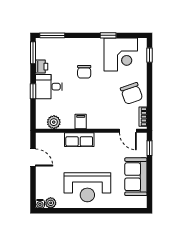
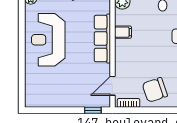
row of seats: (79, 140) -> (102, 39), width x1.48
sofa: (136, 177) -> (60, 95), removed

